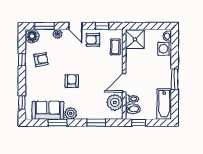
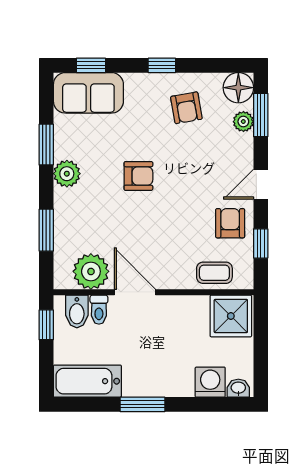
plant: (58, 34) -> (243, 122), moved
window: (22, 60) -> (162, 65), moved
sofa: (48, 110) -> (88, 93), moved, turned 90

